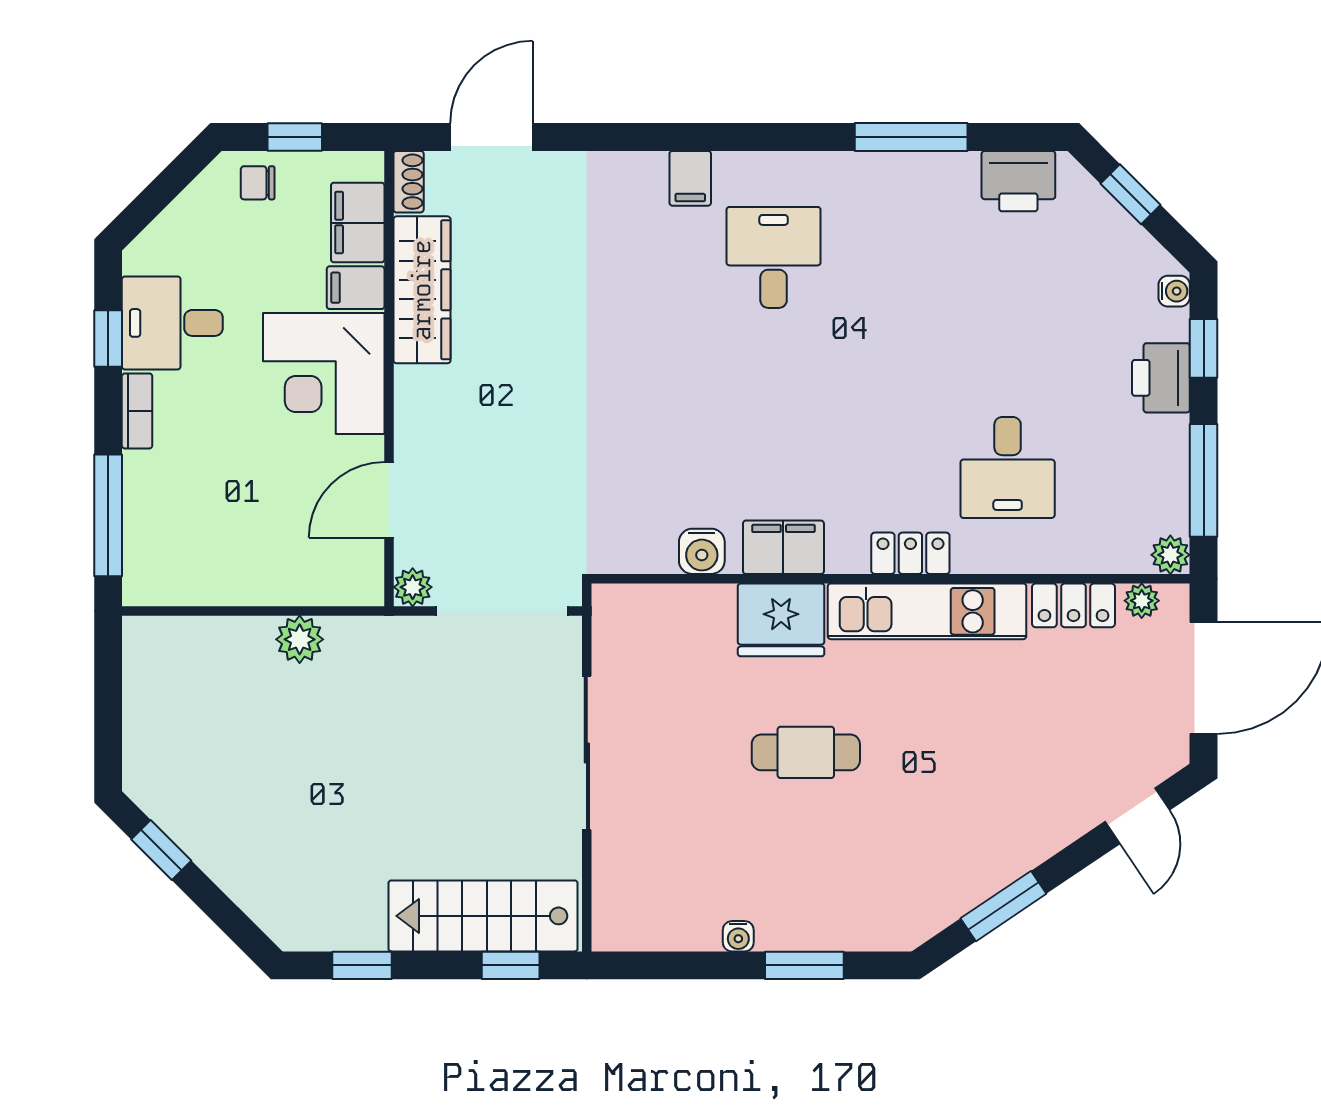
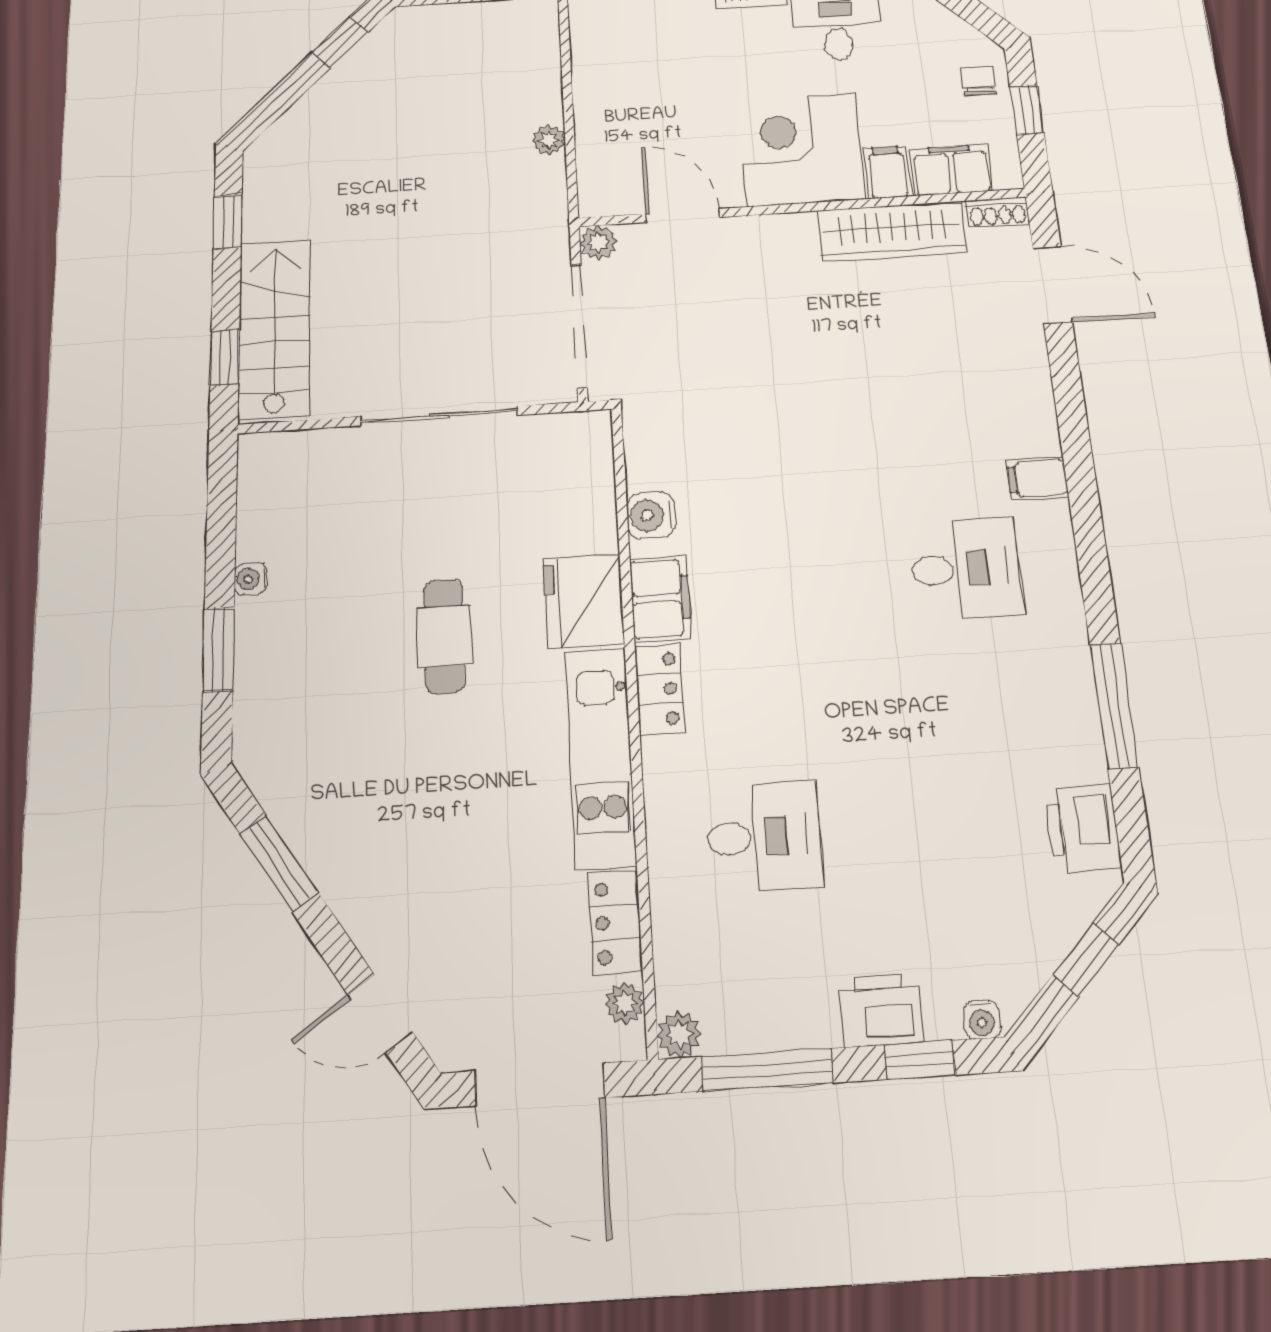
desk: (1008, 467) -> (764, 837), turned 180
locker: (910, 553) -> (659, 689), moved
plant: (300, 639) -> (549, 140), width x0.73, depth x0.73

